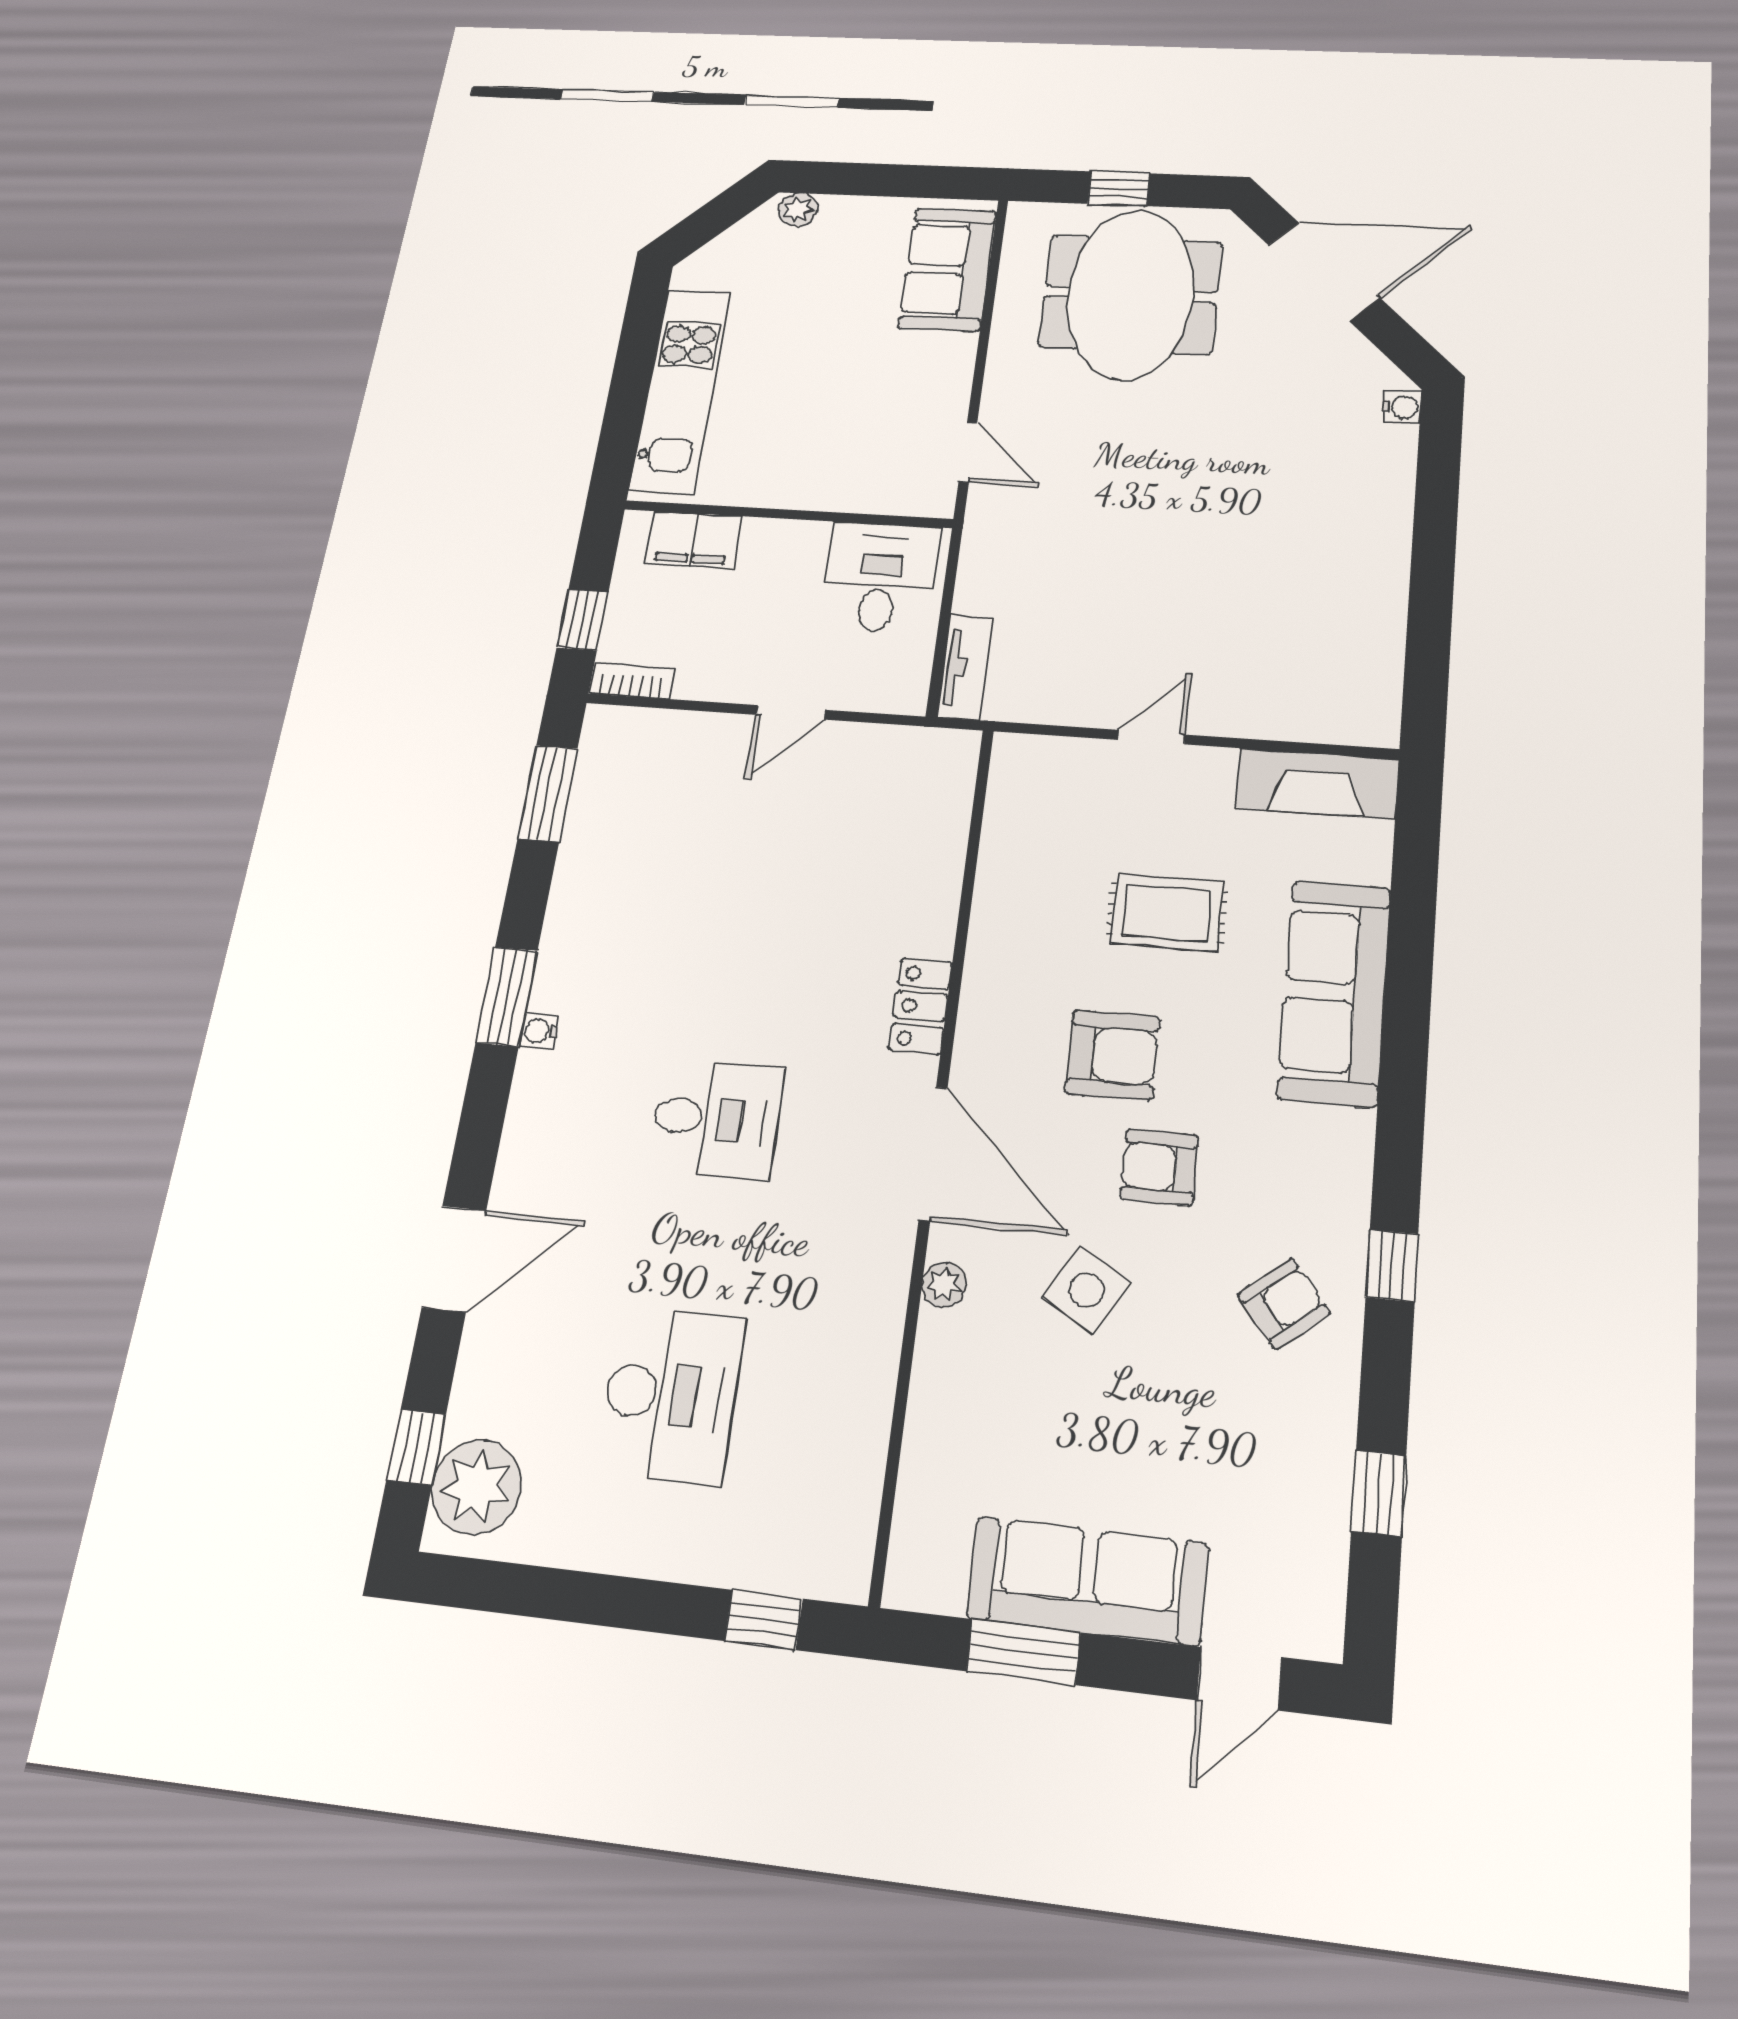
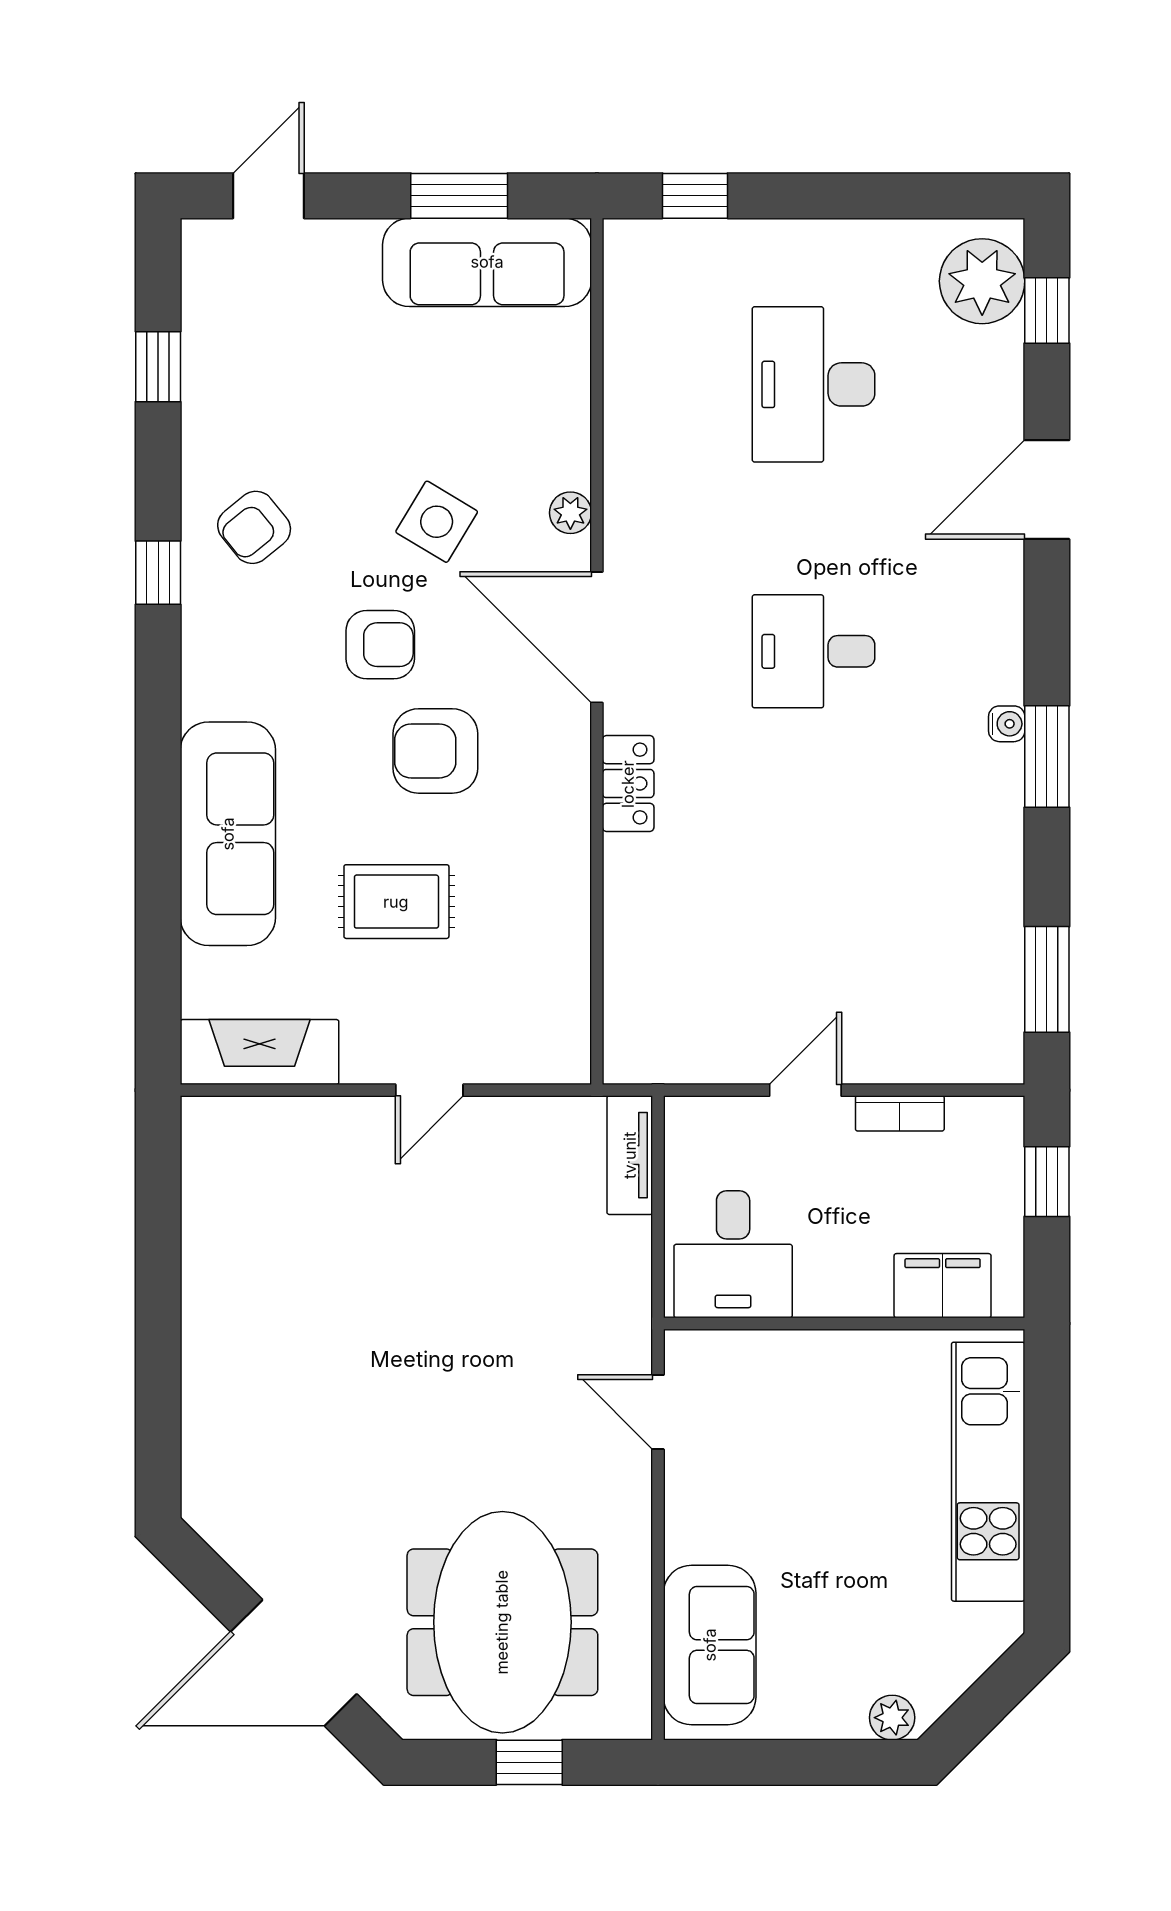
water cooler: (1402, 407) -> (200, 1495), removed
bookcase: (632, 681) -> (900, 1113), moved
sofa: (1087, 1581) -> (487, 262), moved

